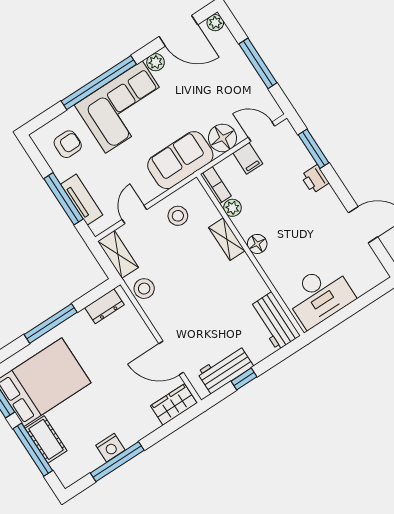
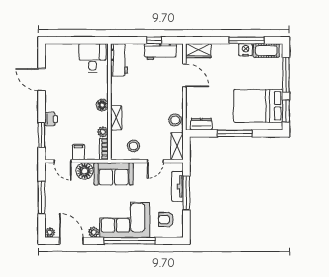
desk: (320, 295) -> (92, 58), width x0.73
cot: (46, 439) -> (266, 51), moved, turned 90

